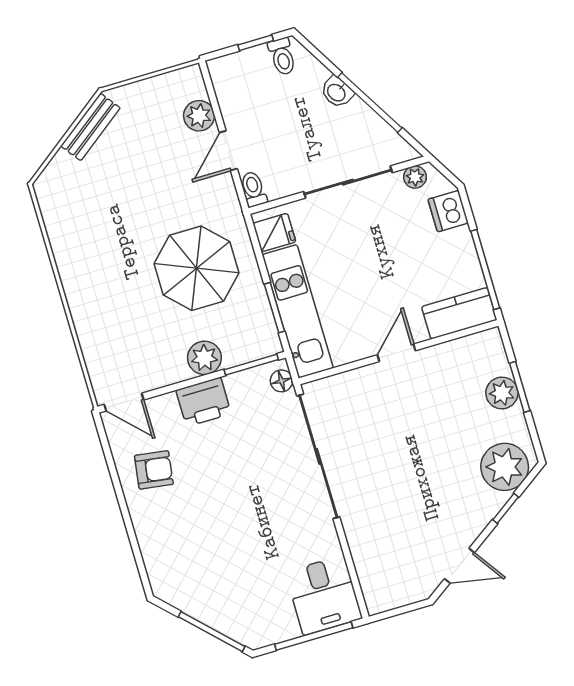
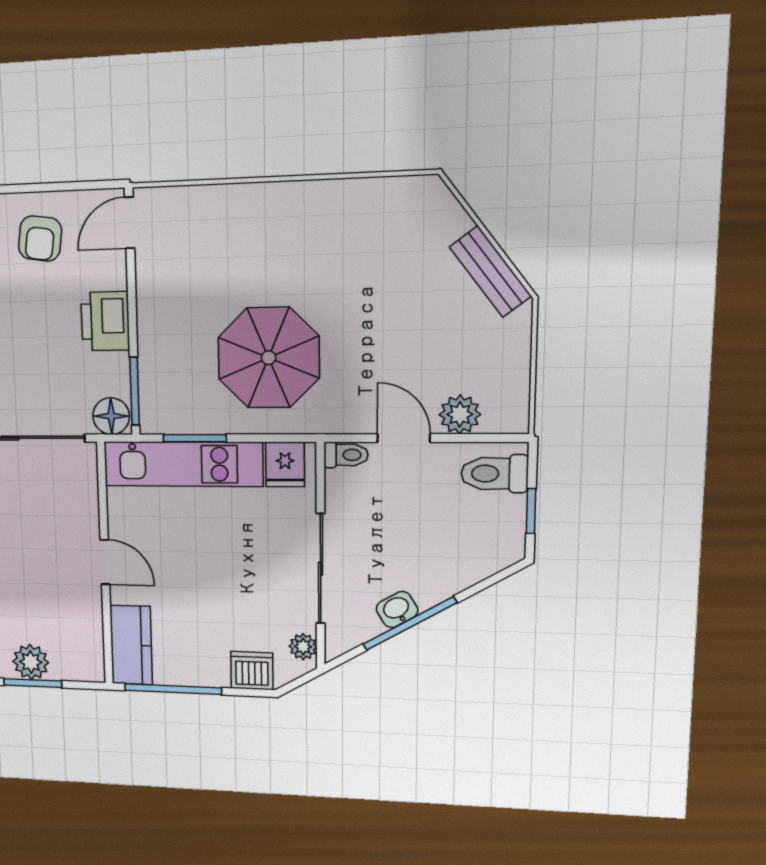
toilet: (282, 56) -> (494, 474), moved, width x1.37, depth x1.39
washbasin: (337, 92) -> (397, 610), moved
plant: (204, 358) -> (157, 337), removed
floor lamp: (281, 381) -> (111, 416), width x1.37, depth x1.37

